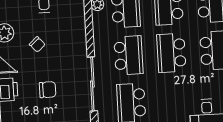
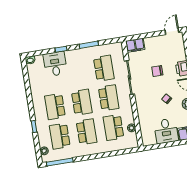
school desk: (128, 55) -> (109, 98), turned 180

